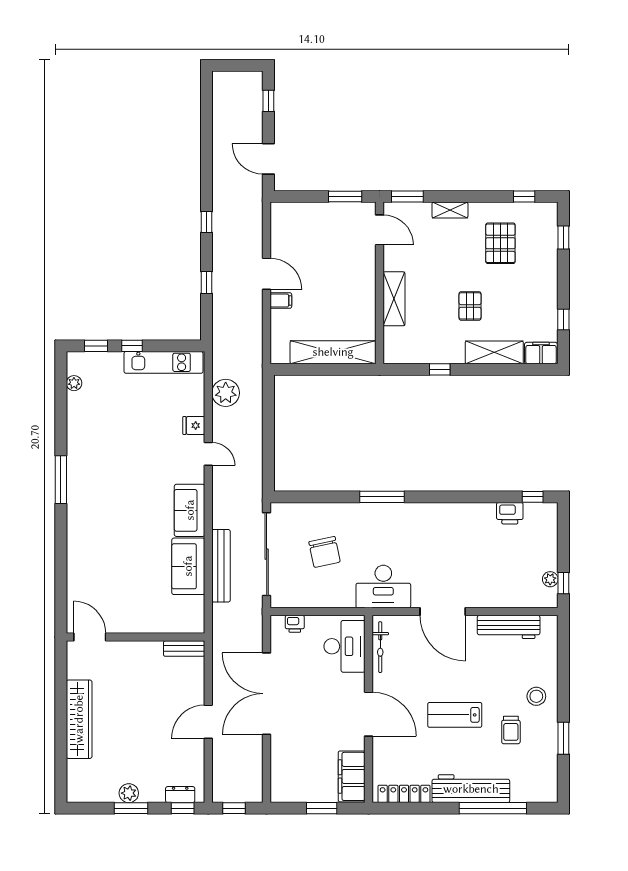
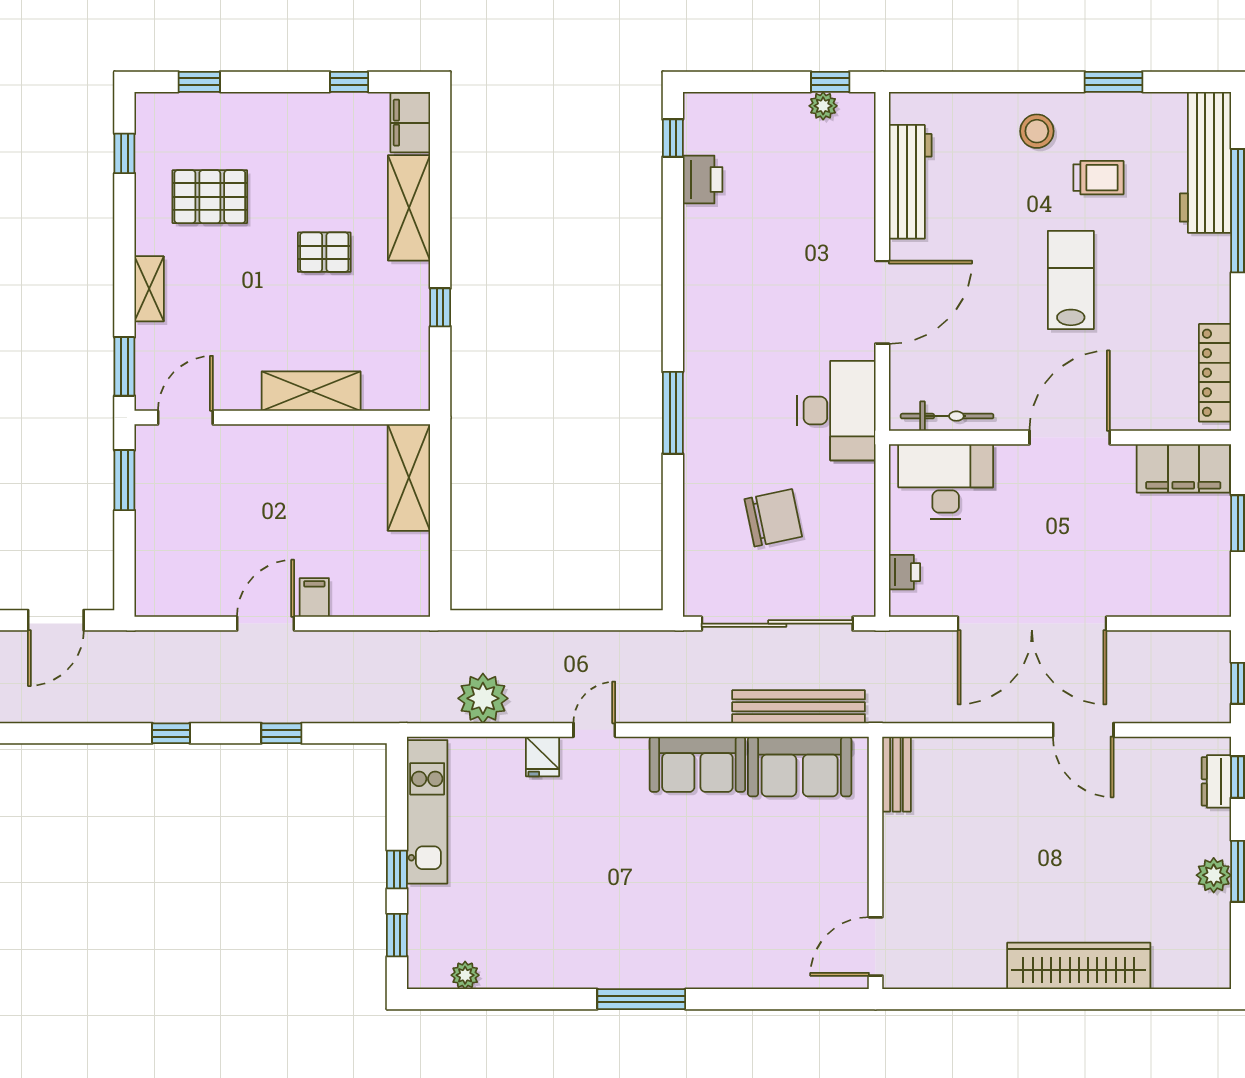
shelving: (333, 352) -> (409, 477), width x0.68
door: (90, 637) -> (876, 946), moved
wall: (136, 637) -> (876, 863), moved
bench: (184, 649) -> (897, 774), moved
lab bench: (455, 715) -> (1071, 280), turned 180
workbench: (471, 789) -> (1205, 162), moved

